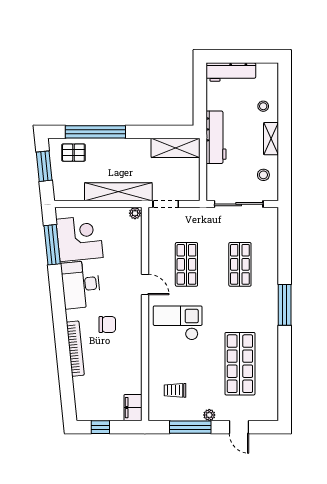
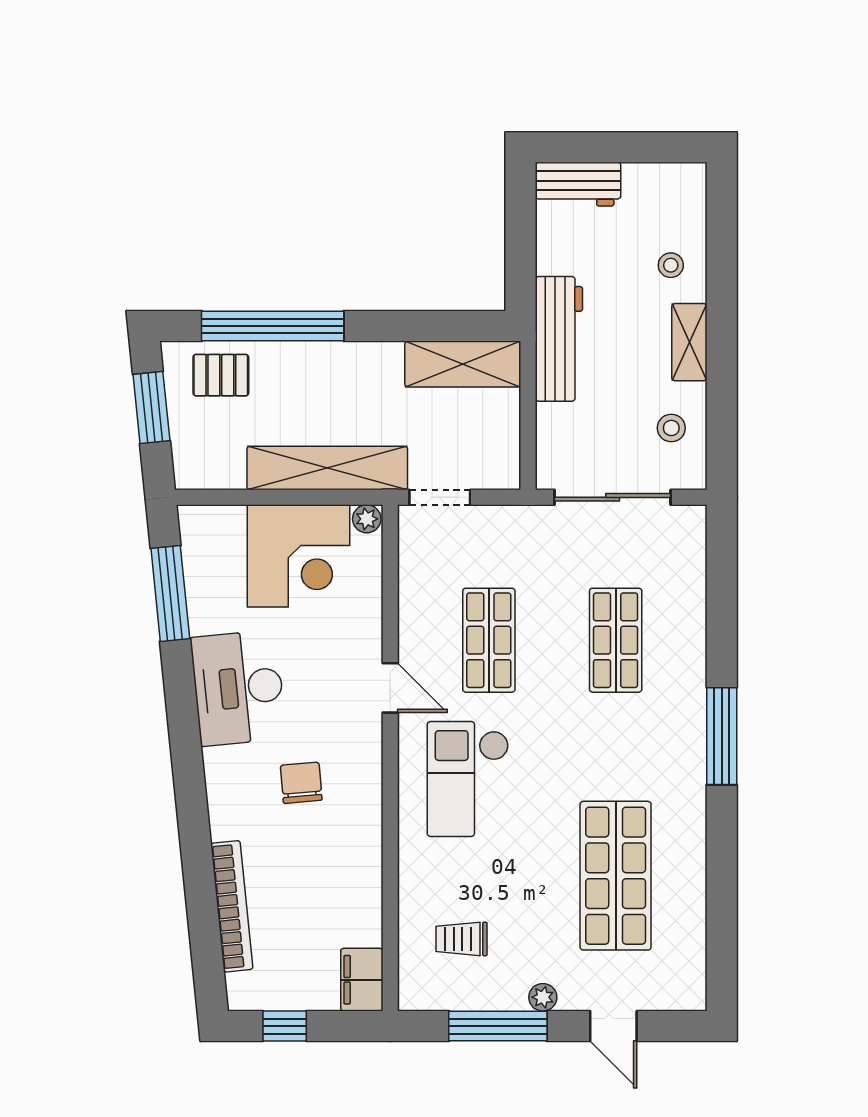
workbench: (231, 72) -> (578, 184), width x0.73
corner desk: (80, 238) -> (298, 556), moved, turned 96
checkout: (178, 323) -> (468, 779), turned -90
chair: (107, 324) -> (301, 783), turned -95
bookcase: (75, 349) -> (232, 906), moved

